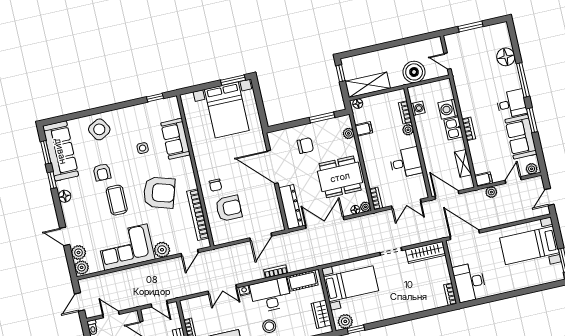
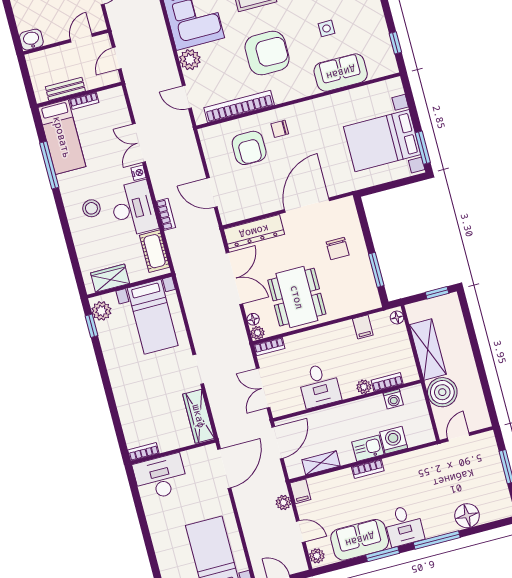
shelving: (368, 85) -> (428, 349), moved
plant: (348, 133) -> (356, 306), removed
armchair: (159, 193) -> (267, 53), turned -107

